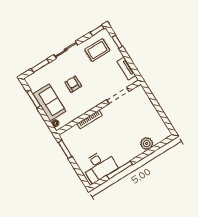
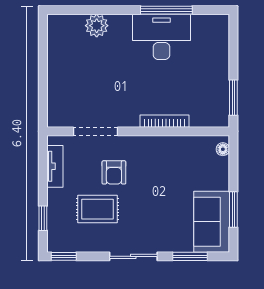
rug: (97, 50) -> (98, 209), moved
armchair: (73, 84) -> (114, 172), moved
sofa: (49, 103) -> (212, 222), moved
desk: (99, 166) -> (161, 37), moved

